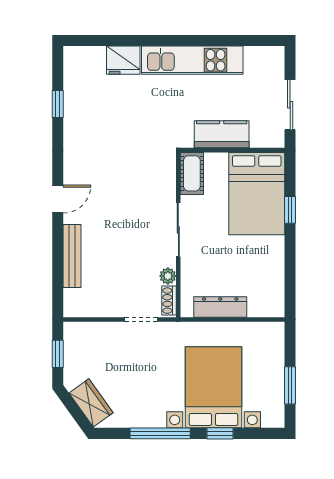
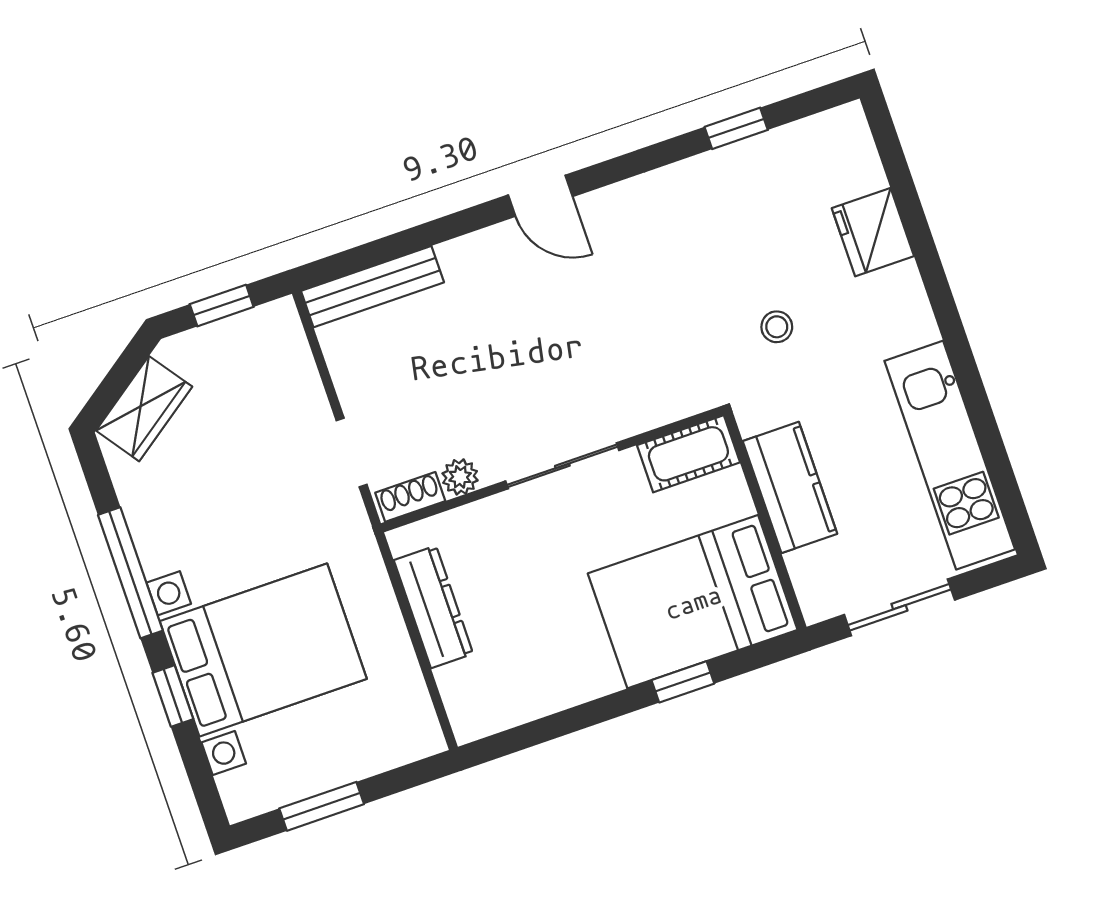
kitchen unit: (192, 60) -> (950, 455), moved
stool: (150, 116) -> (777, 327), added
bench: (72, 256) -> (372, 287), moved

